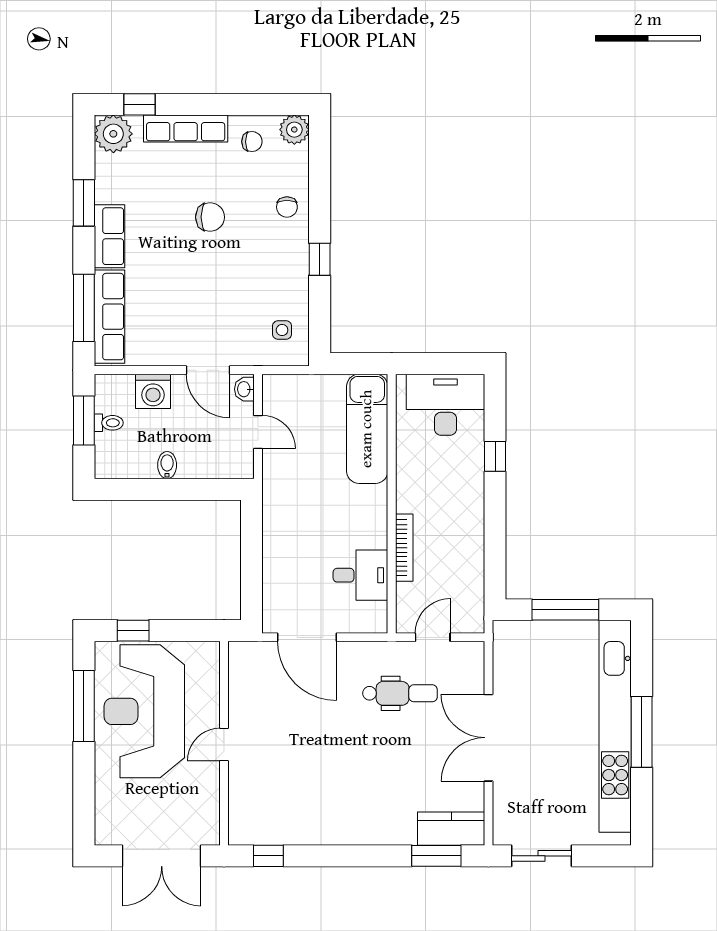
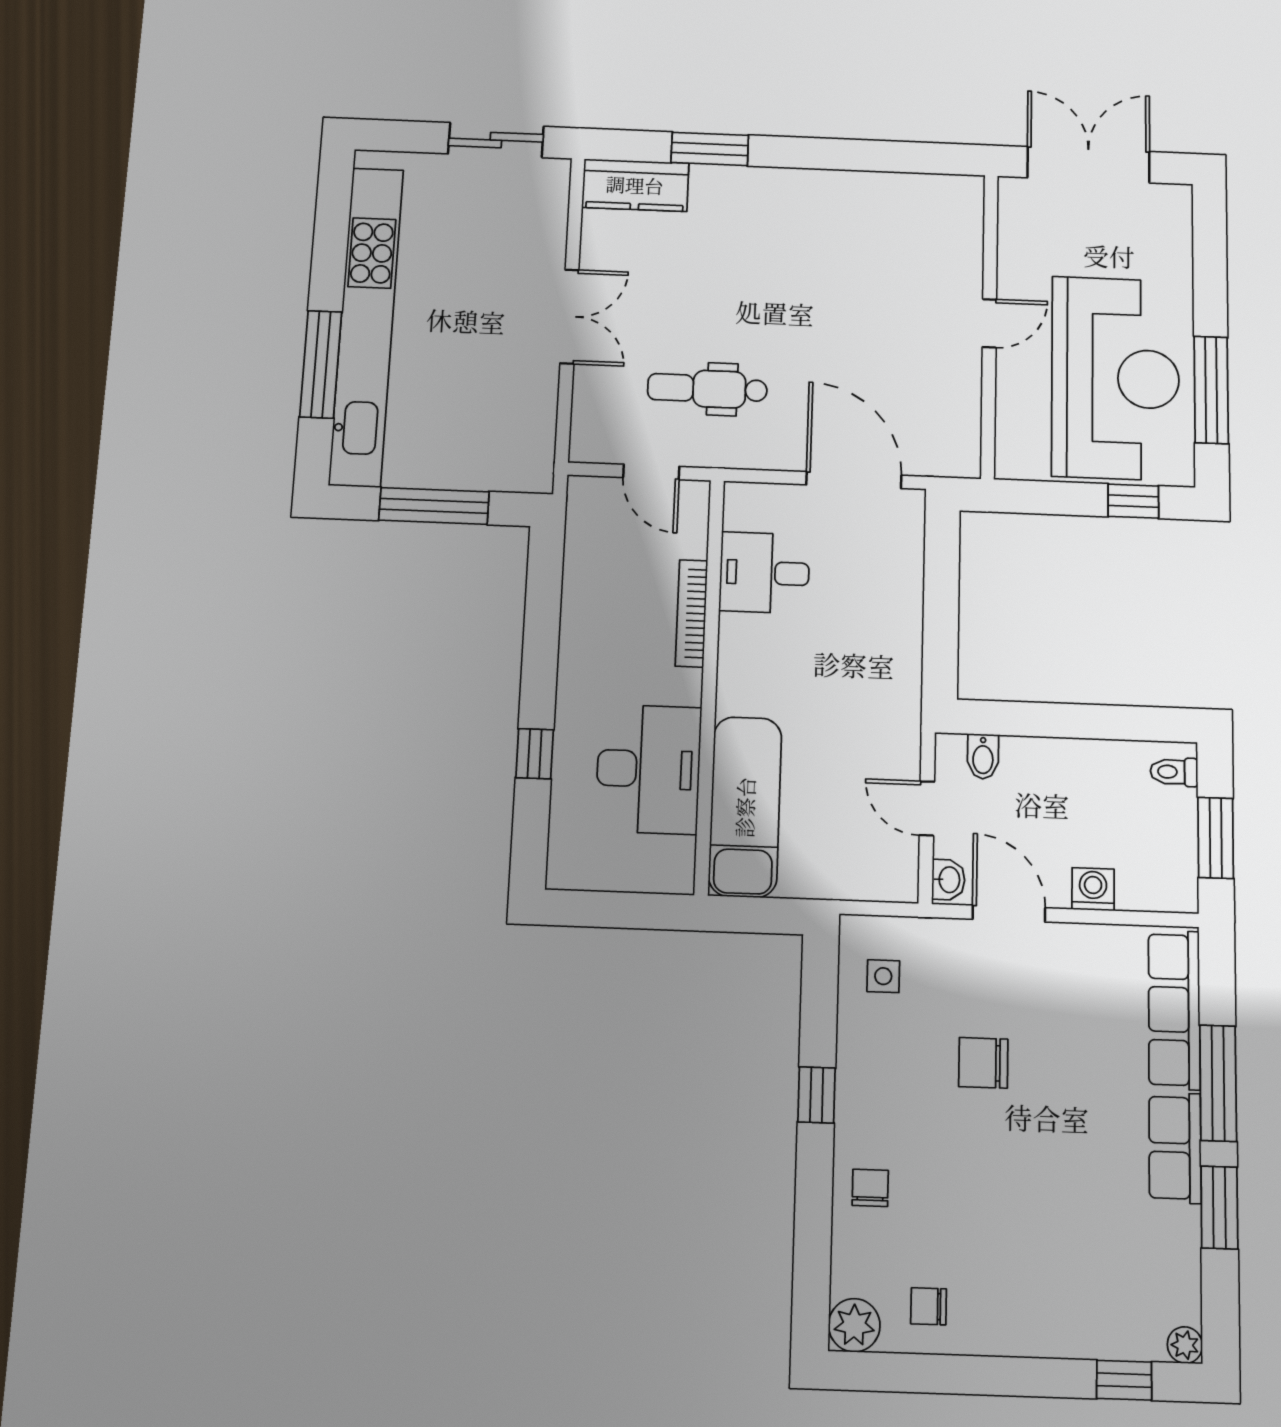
row of seats: (186, 128) -> (1044, 1334), removed
plant: (113, 134) -> (1185, 1345), width x0.53, depth x0.53
chair: (210, 217) -> (983, 1063), moved
window: (84, 308) -> (1218, 1083), moved
washing machine: (153, 391) -> (1093, 889), width x0.73, depth x0.73
desk: (446, 405) -> (648, 769), moved, turned -90
toilet: (109, 423) -> (1174, 772), moved
bidet: (167, 465) -> (983, 757), moved
door: (433, 637) -> (651, 472), hinge flipped
window: (642, 732) -> (321, 364), moved
double door: (488, 738) -> (569, 317), width x0.73
window: (268, 856) -> (922, 158), removed
window: (436, 856) -> (710, 149), moved

